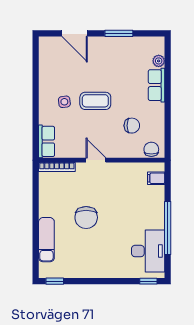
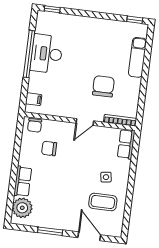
plant: (159, 61) -> (22, 208), width x1.87, depth x1.87
coffee table: (95, 101) -> (103, 202), moved
door: (96, 160) -> (85, 122), hinge flipped
chair: (86, 217) -> (103, 86), moved
desk: (148, 251) -> (47, 54), moved

